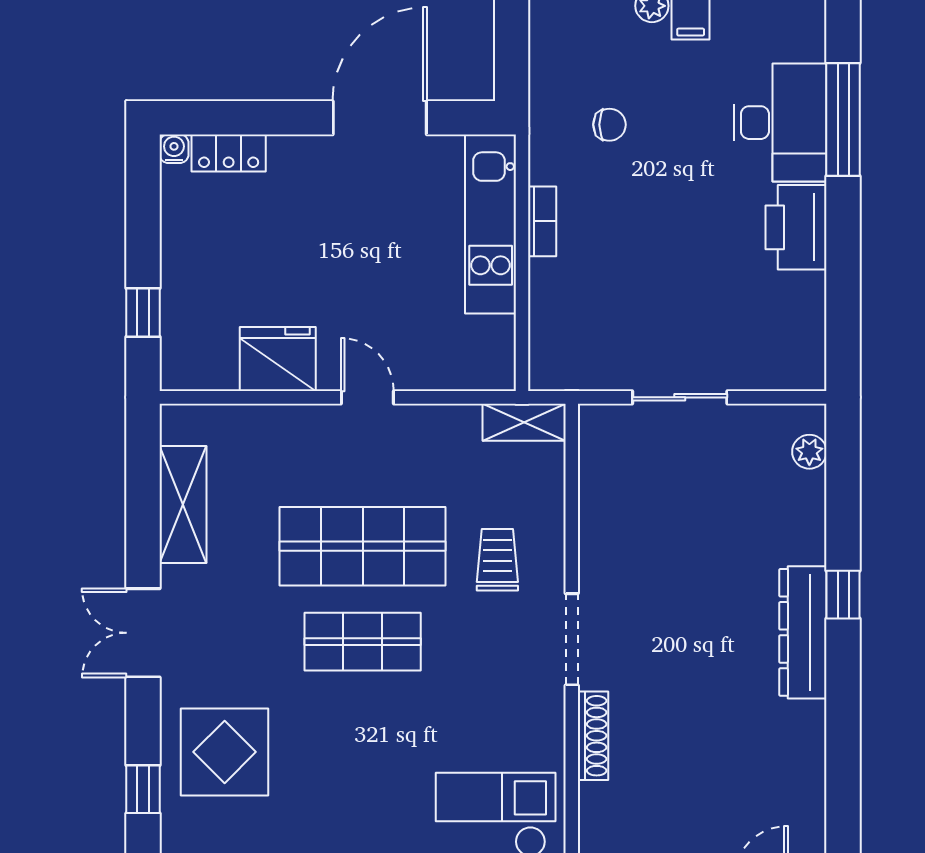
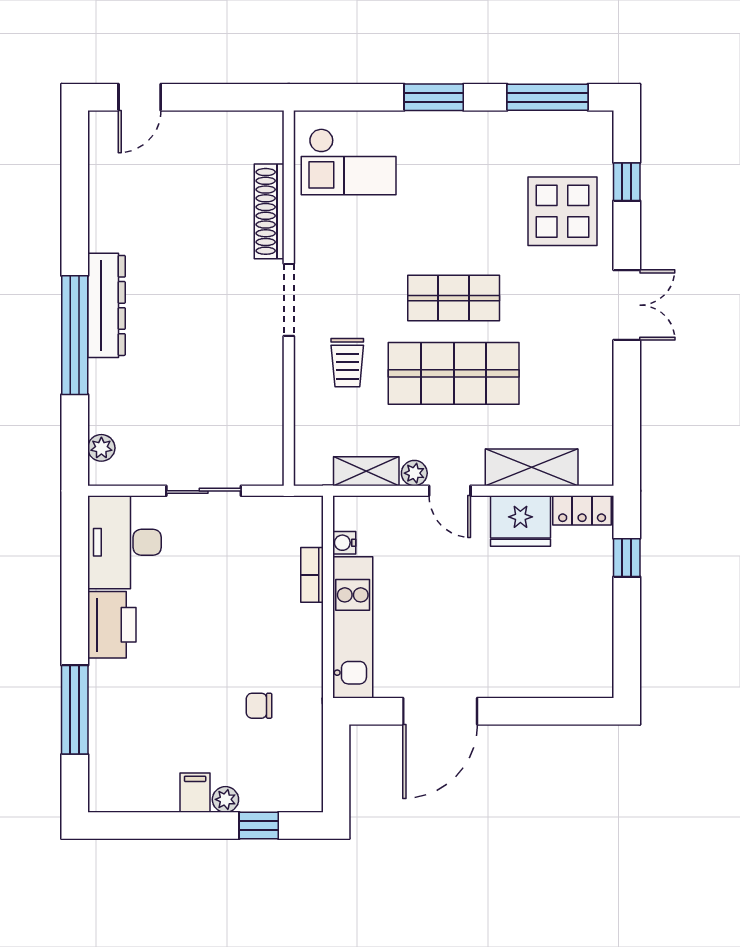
desk: (780, 123) -> (124, 542), moved
water cooler: (174, 149) -> (344, 543), moved, turned 90
locker: (229, 153) -> (582, 510), moved, turned 180
bookcase: (542, 221) -> (312, 575), moved
plant: (412, 420) -> (414, 473), added
shelving: (524, 422) -> (366, 471), moved
shelving: (183, 504) -> (532, 467), moved, turned 90
window: (843, 595) -> (75, 335), width x3.17
shoe rack: (593, 736) -> (269, 211), width x1.36, depth x1.24

